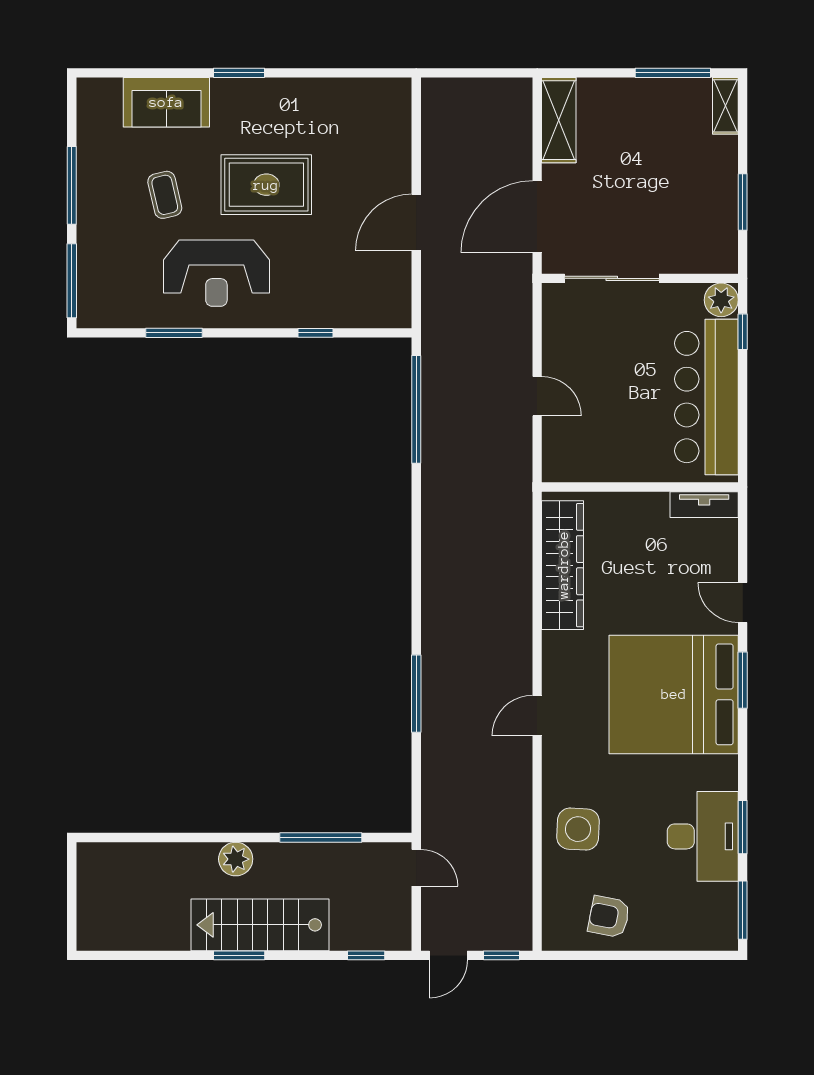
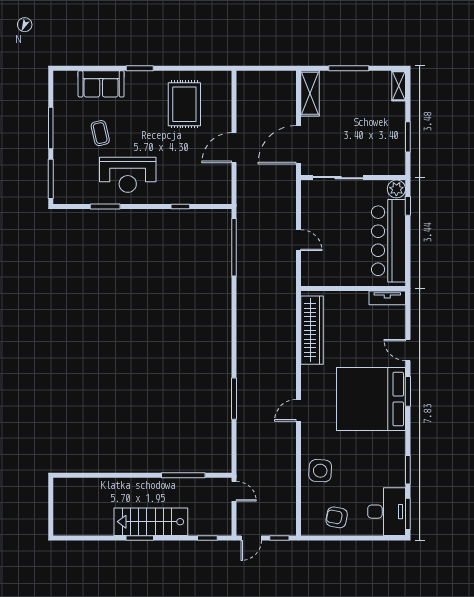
window: (673, 73) -> (349, 68), moved
rug: (266, 185) -> (184, 104), moved, turned 90
desk: (703, 836) -> (387, 512), moved
plant: (236, 859) -> (138, 487), removed

